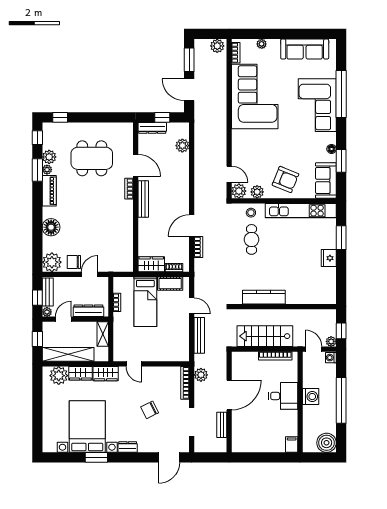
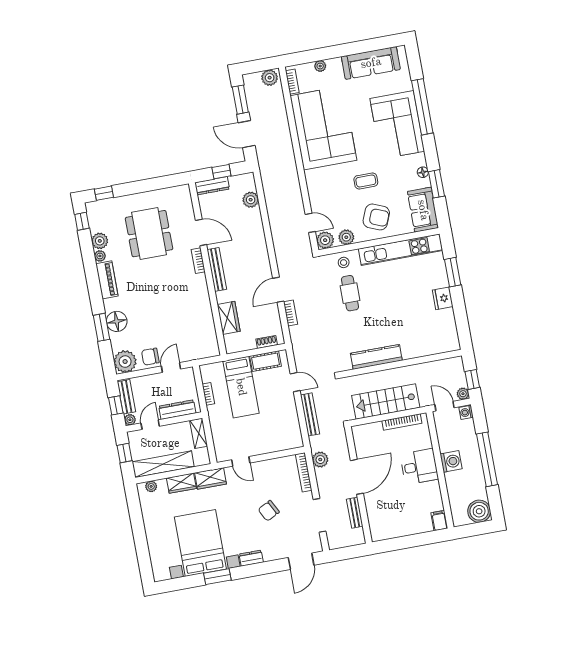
coffee table: (282, 148) -> (366, 181), added
dining table: (92, 158) -> (149, 234), turned 90
window: (37, 170) -> (101, 327), moved
wardrobe: (151, 264) -> (229, 318), moved, turned 90
plant: (59, 376) -> (151, 486), width x0.53, depth x0.53

